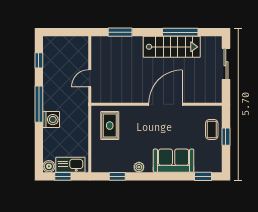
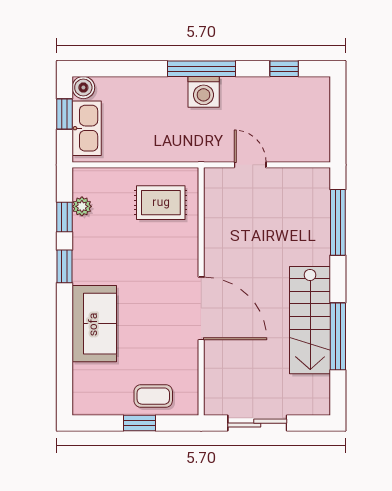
window: (120, 32) -> (338, 222), width x1.44
sliding door: (226, 64) -> (257, 423), moved
washing machine: (51, 120) -> (204, 92), moved
plant: (139, 167) -> (82, 206), moved
window: (203, 176) -> (65, 266), moved

